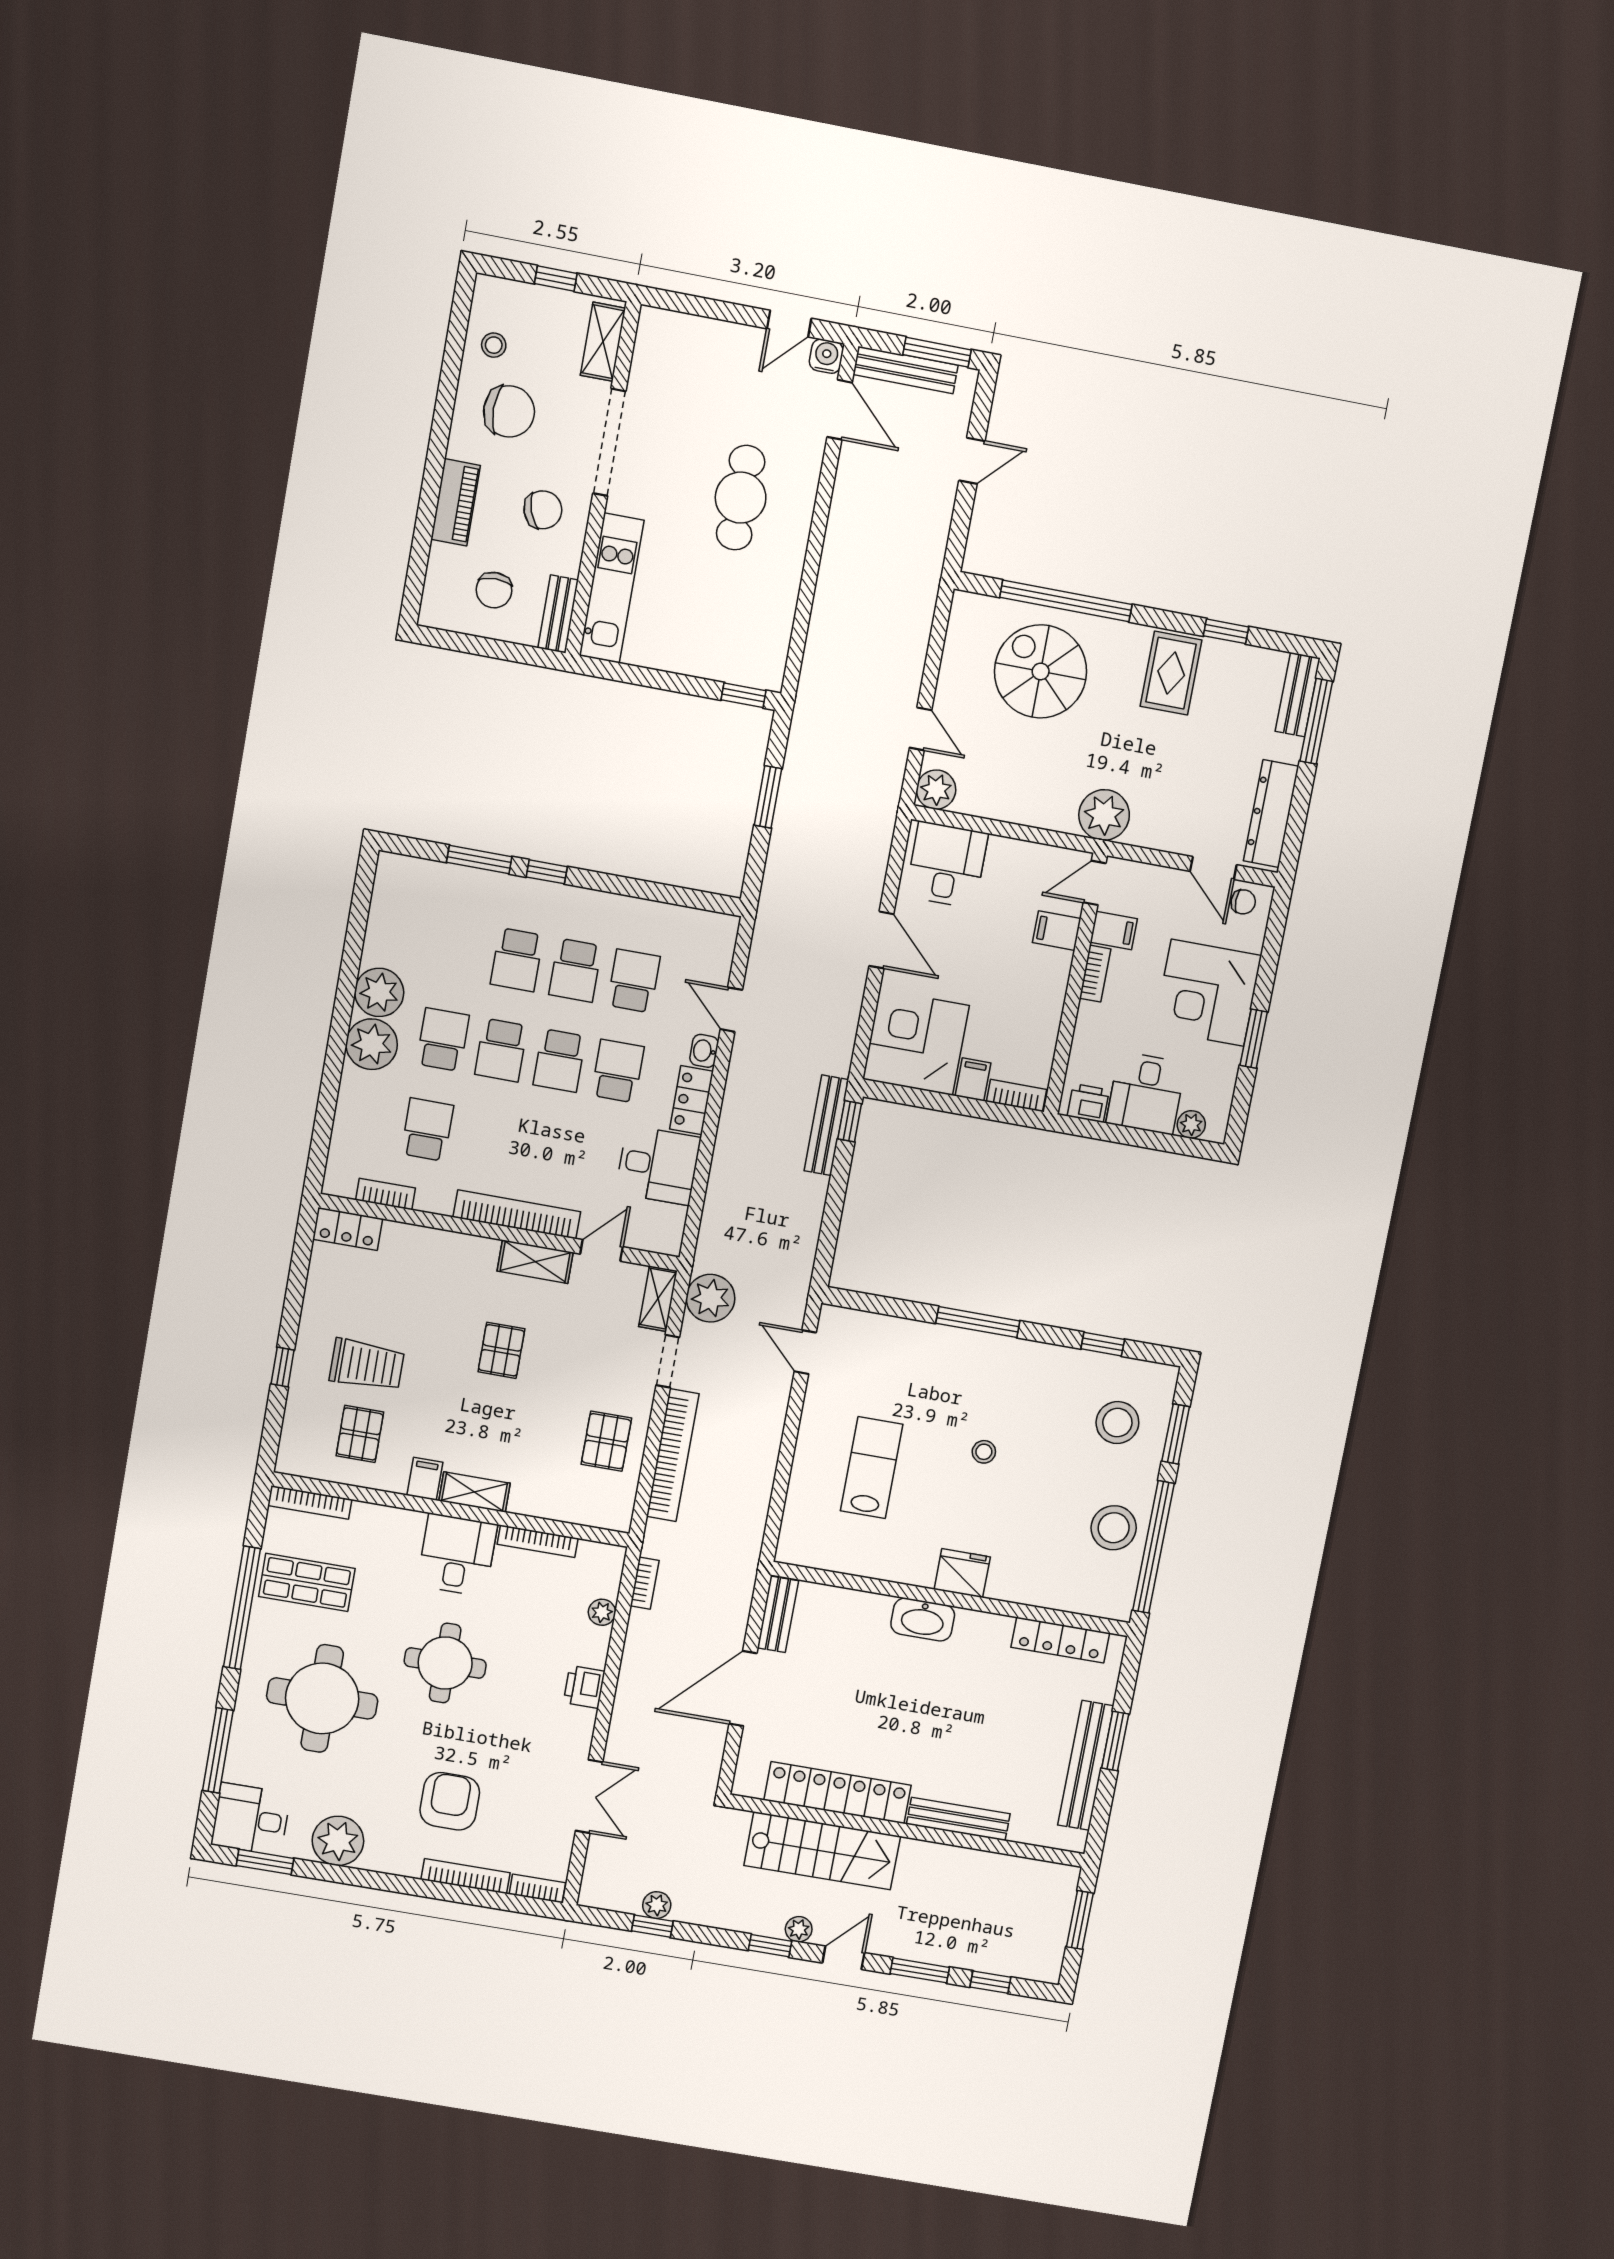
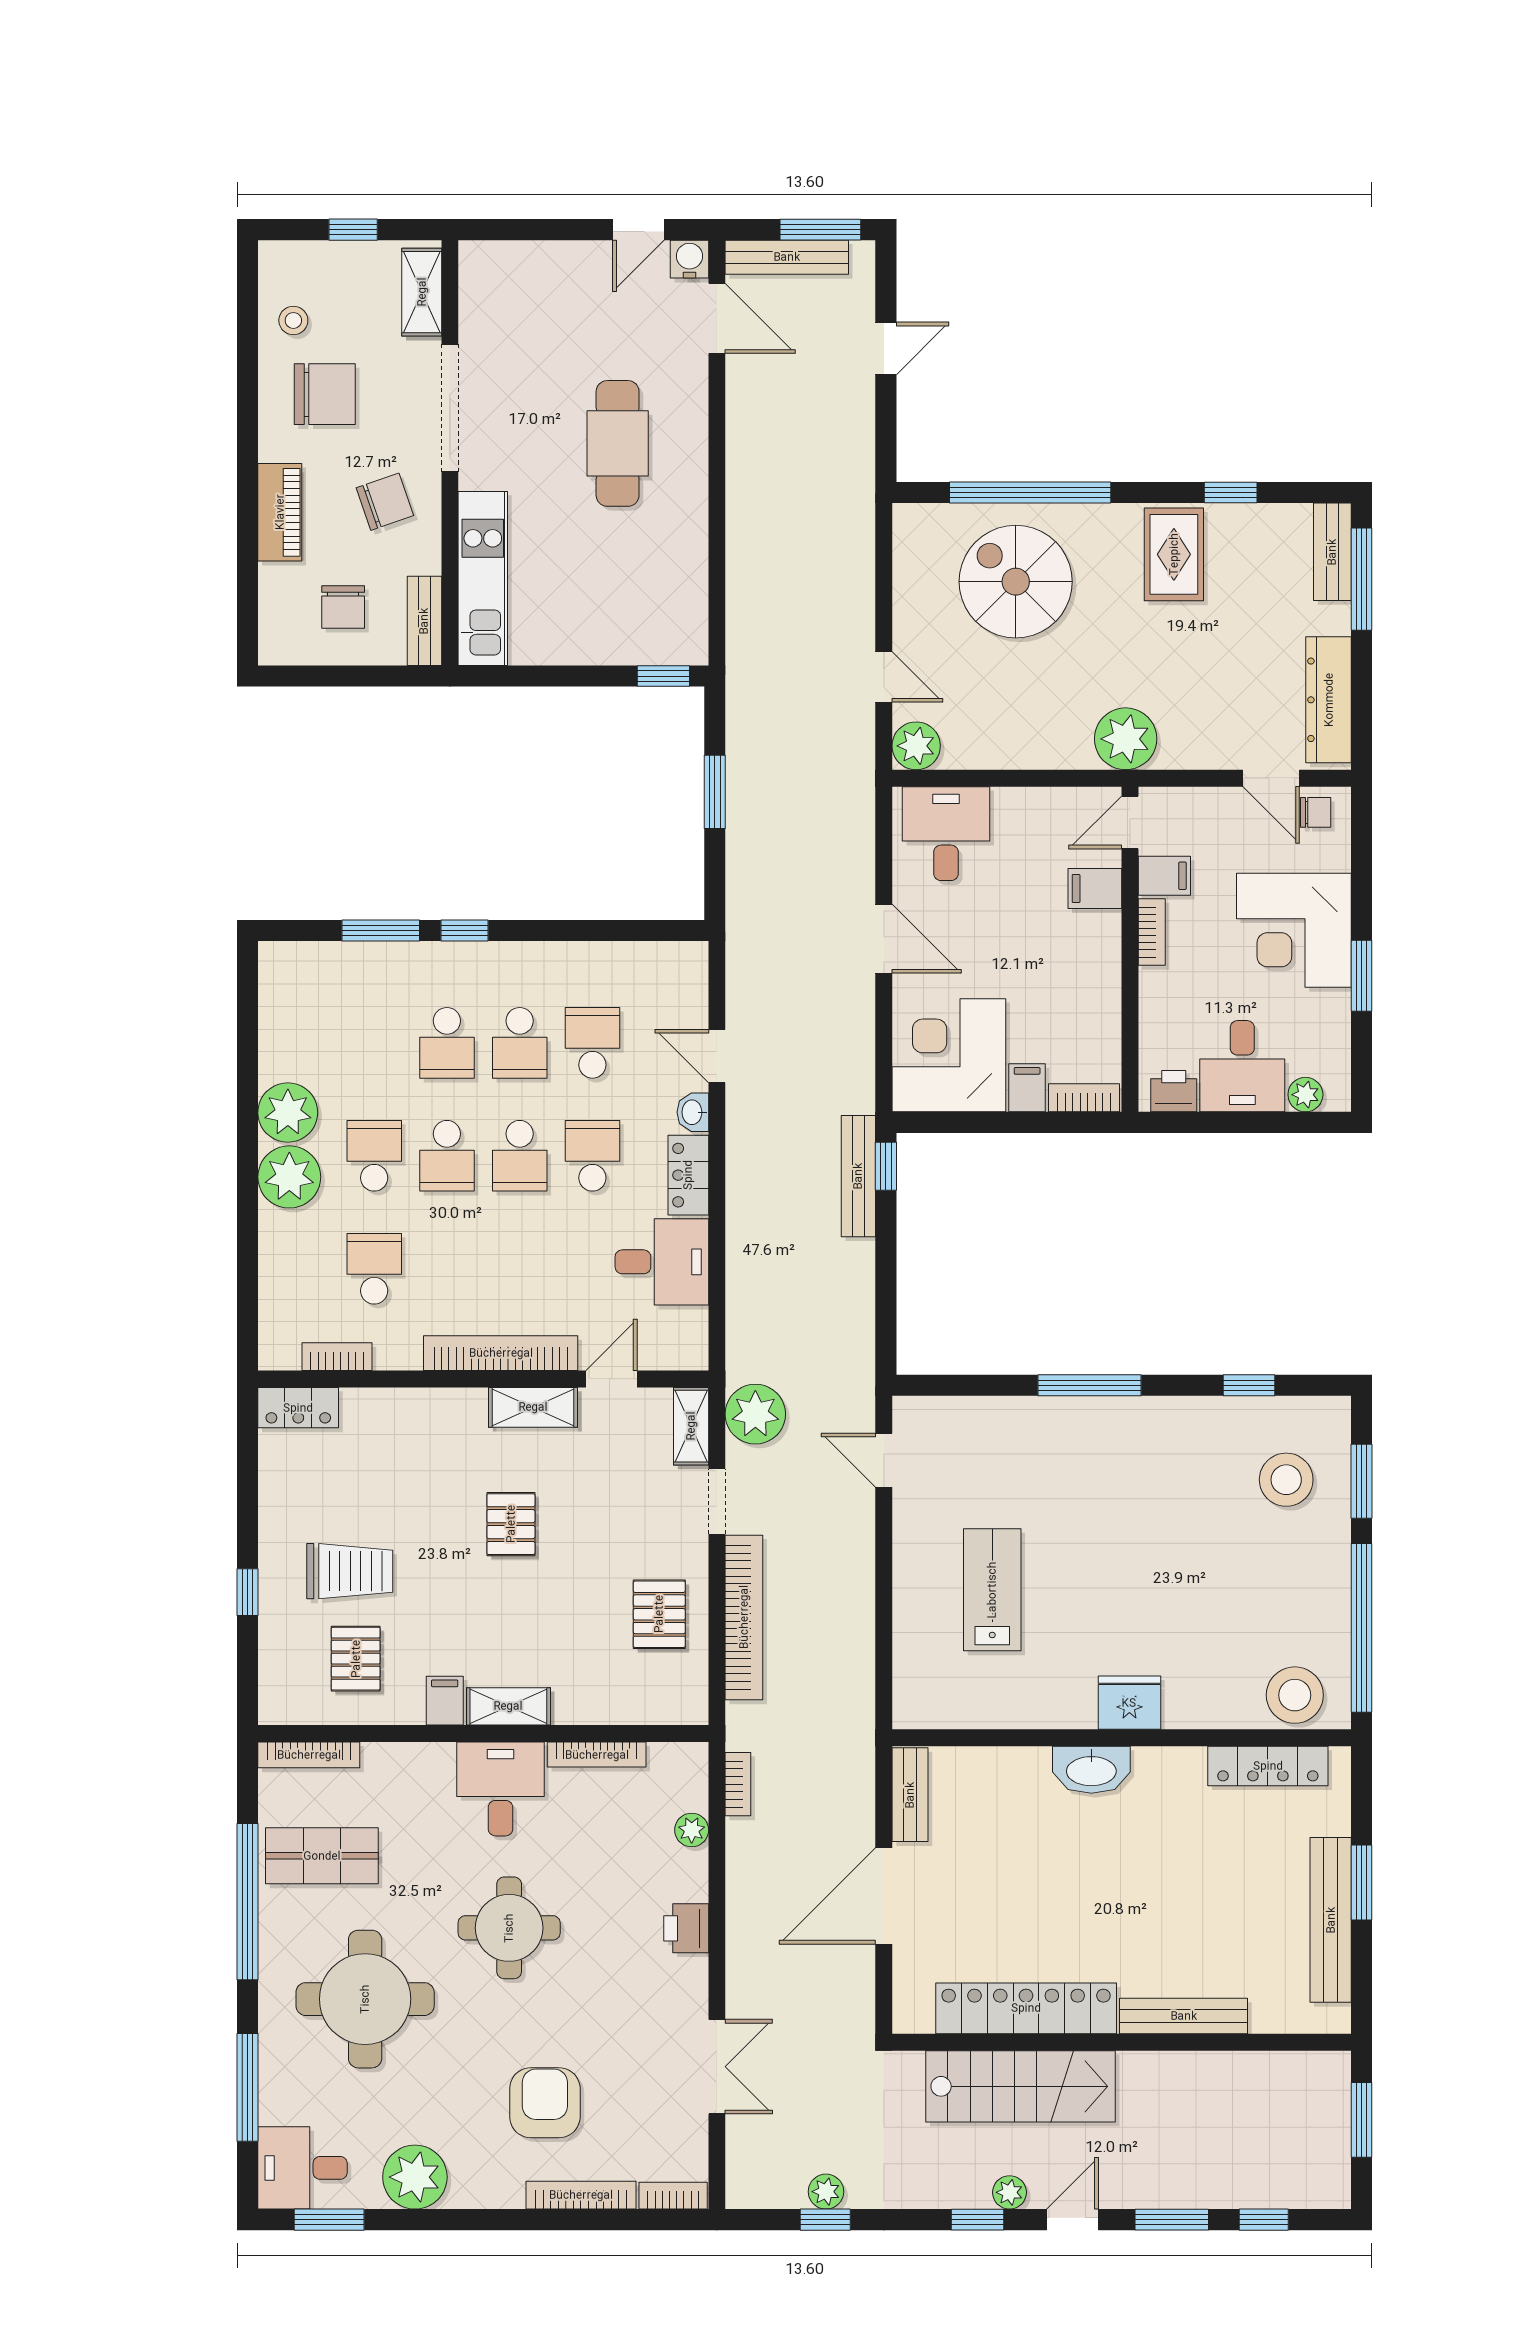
stool: (984, 1452) -> (1128, 1546), removed
stool: (1114, 1528) -> (1295, 1695), moved

